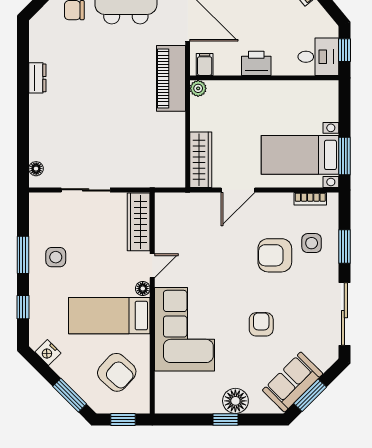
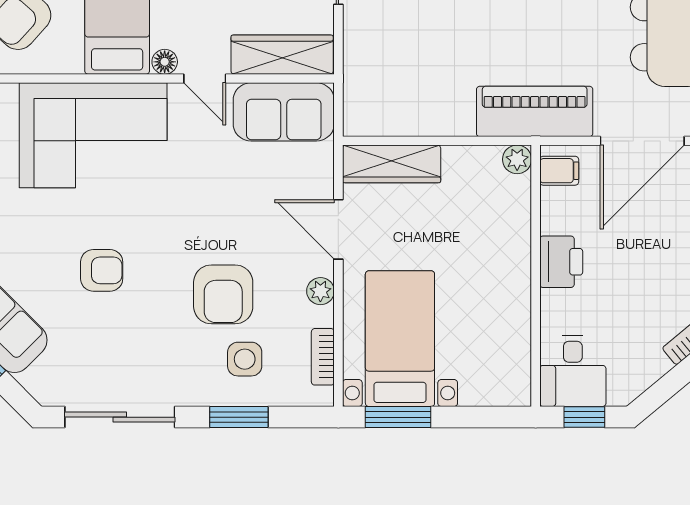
plant: (273, 200) -> (320, 291), added
sofa: (171, 221) -> (284, 112), added
armchair: (275, 255) -> (223, 294), turned 180

